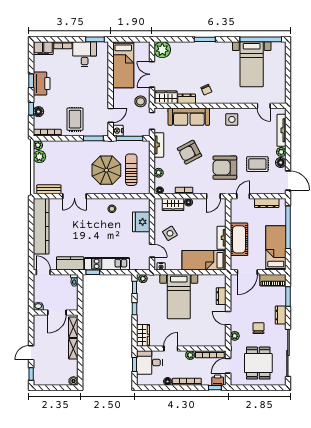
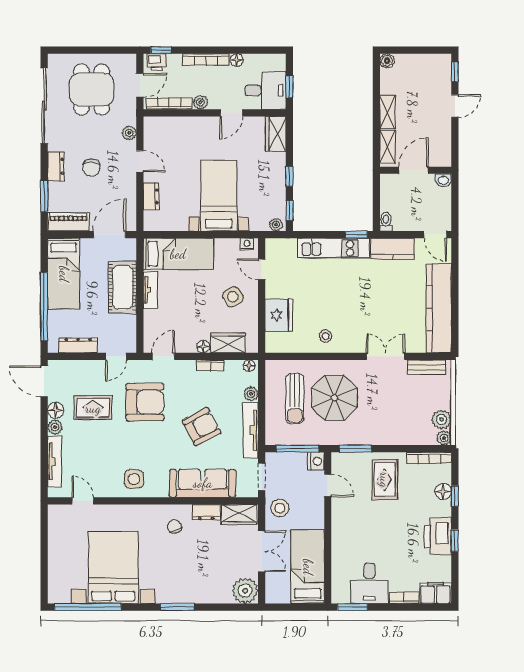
bed with nightstands: (252, 64) -> (113, 567), width x1.36
door: (111, 115) -> (328, 485), swing flipped
tv unit: (159, 145) -> (251, 430), width x1.41
chair: (258, 328) -> (91, 168), moved

